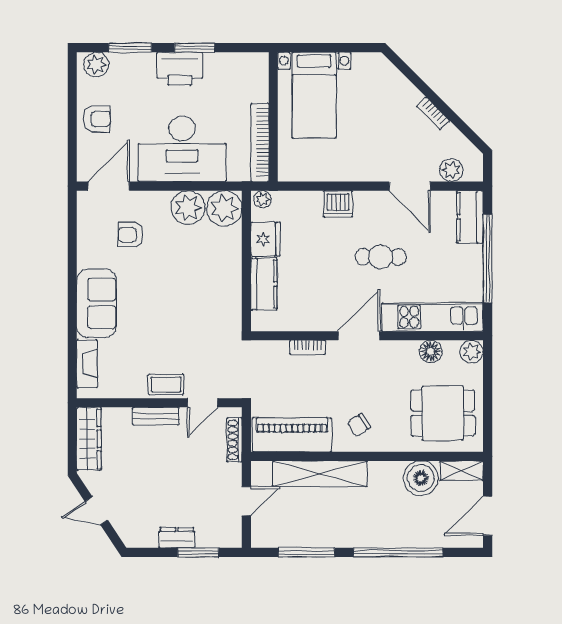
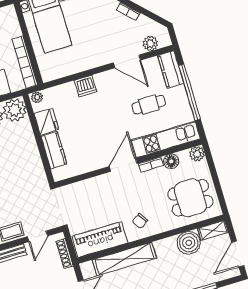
cafe table: (381, 257) -> (149, 105), moved
bookcase: (308, 347) -> (151, 165), moved

